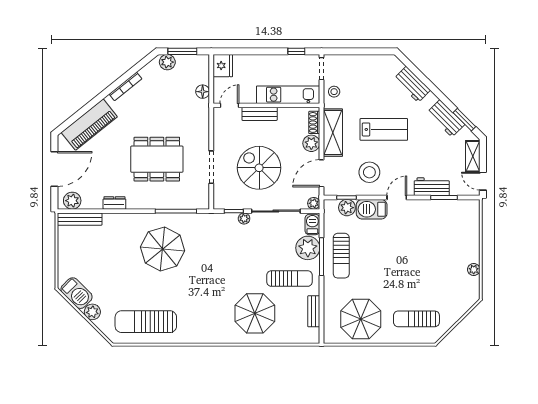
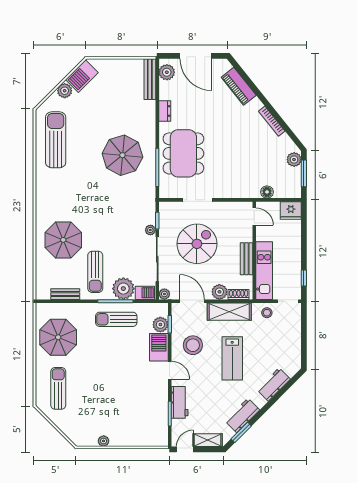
bench: (260, 114) -> (246, 259), moved
piano: (89, 125) -> (239, 86), width x0.73, depth x0.75
dining table: (157, 159) -> (183, 153), moved

